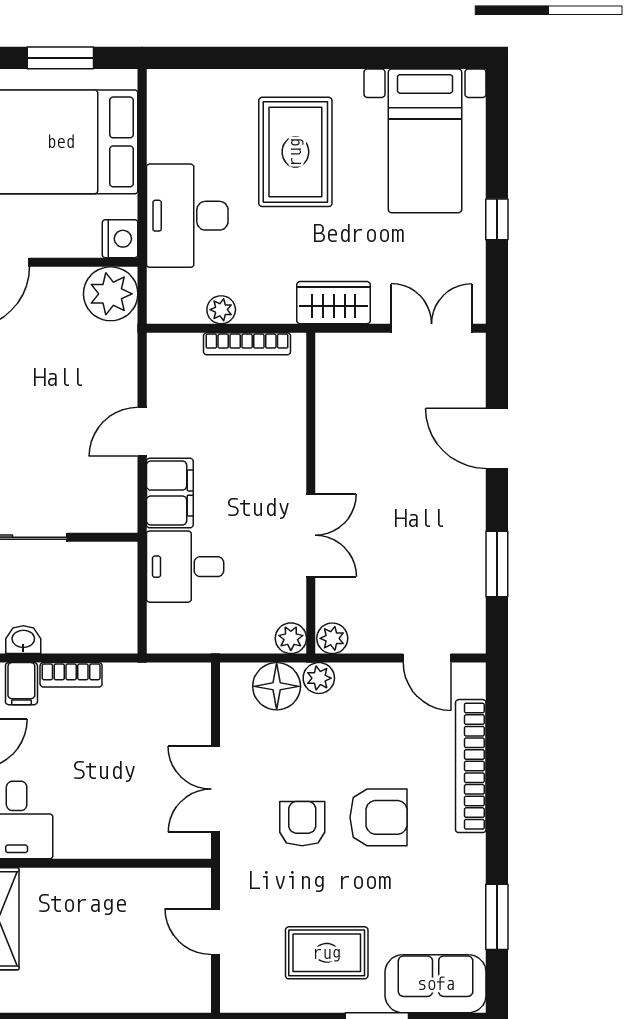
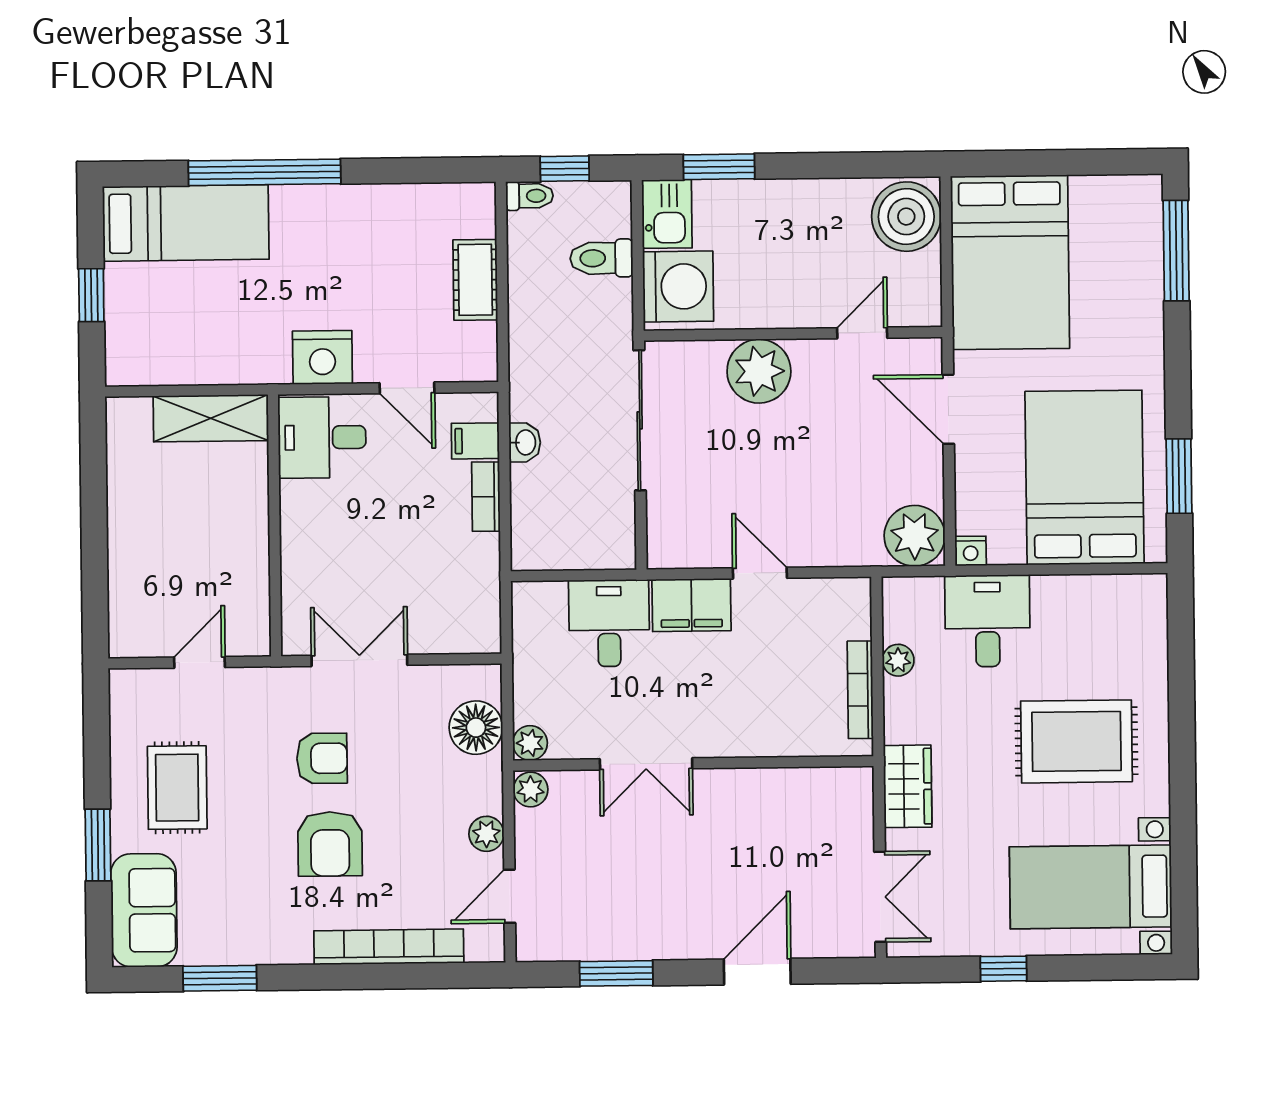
desk: (187, 216) -> (988, 621), width x0.73
nightstand: (120, 239) -> (971, 551), width x0.72, depth x0.74
plant: (319, 678) -> (486, 834), moved

